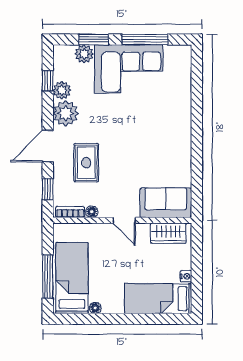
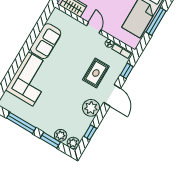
corner sofa: (129, 69) -> (30, 79), moved, turned 90
plant: (62, 90) -> (73, 143), moved
door: (48, 146) -> (112, 95), hinge flipped
sofa: (166, 203) -> (46, 41), moved, turned -90

